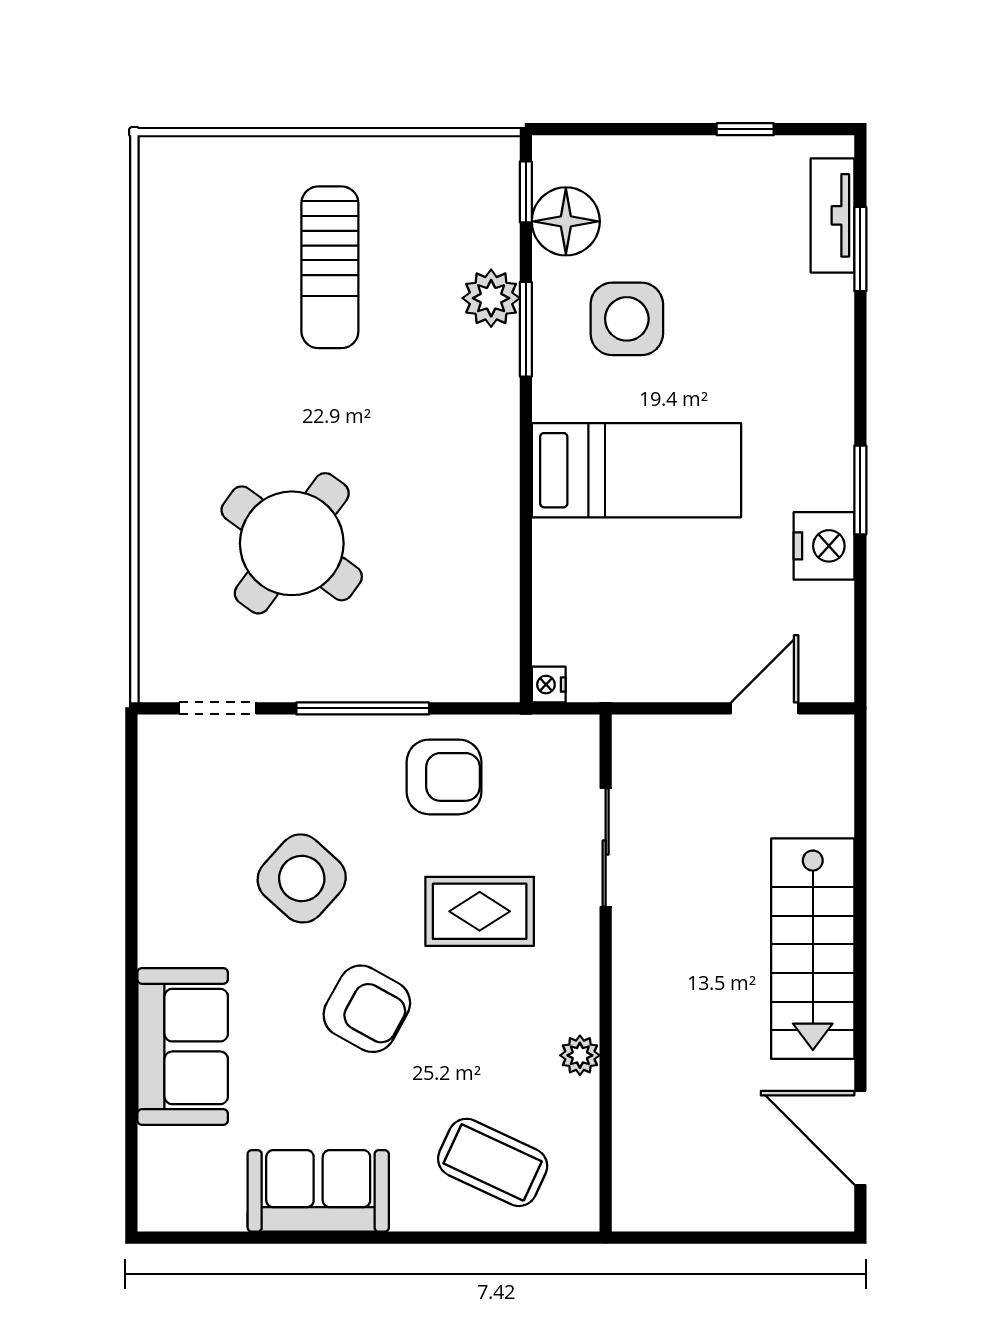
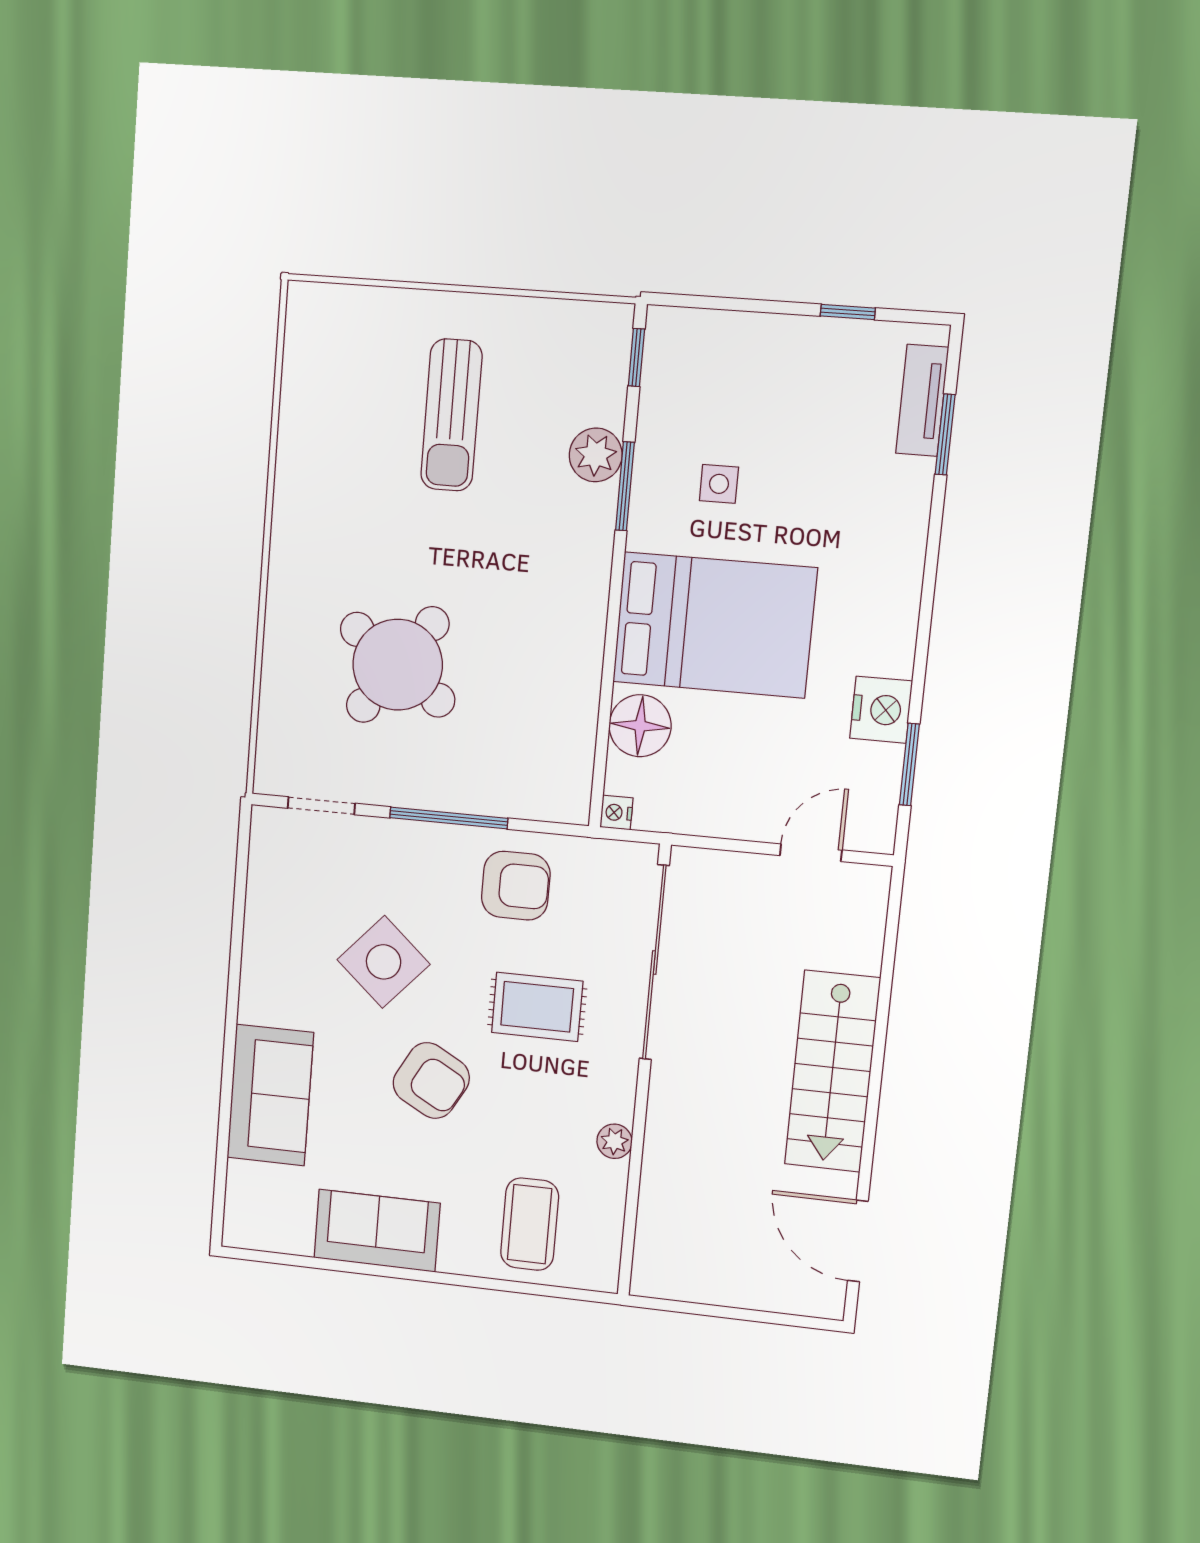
floor lamp: (566, 221) -> (640, 726), moved
side table: (627, 319) -> (719, 484), width x0.54, depth x0.54
bed: (636, 470) -> (715, 625), width x1.50
window: (860, 490) -> (909, 764), moved
sliding door: (606, 847) -> (654, 962), width x1.86
coffee table: (493, 1162) -> (530, 1224), turned 65

